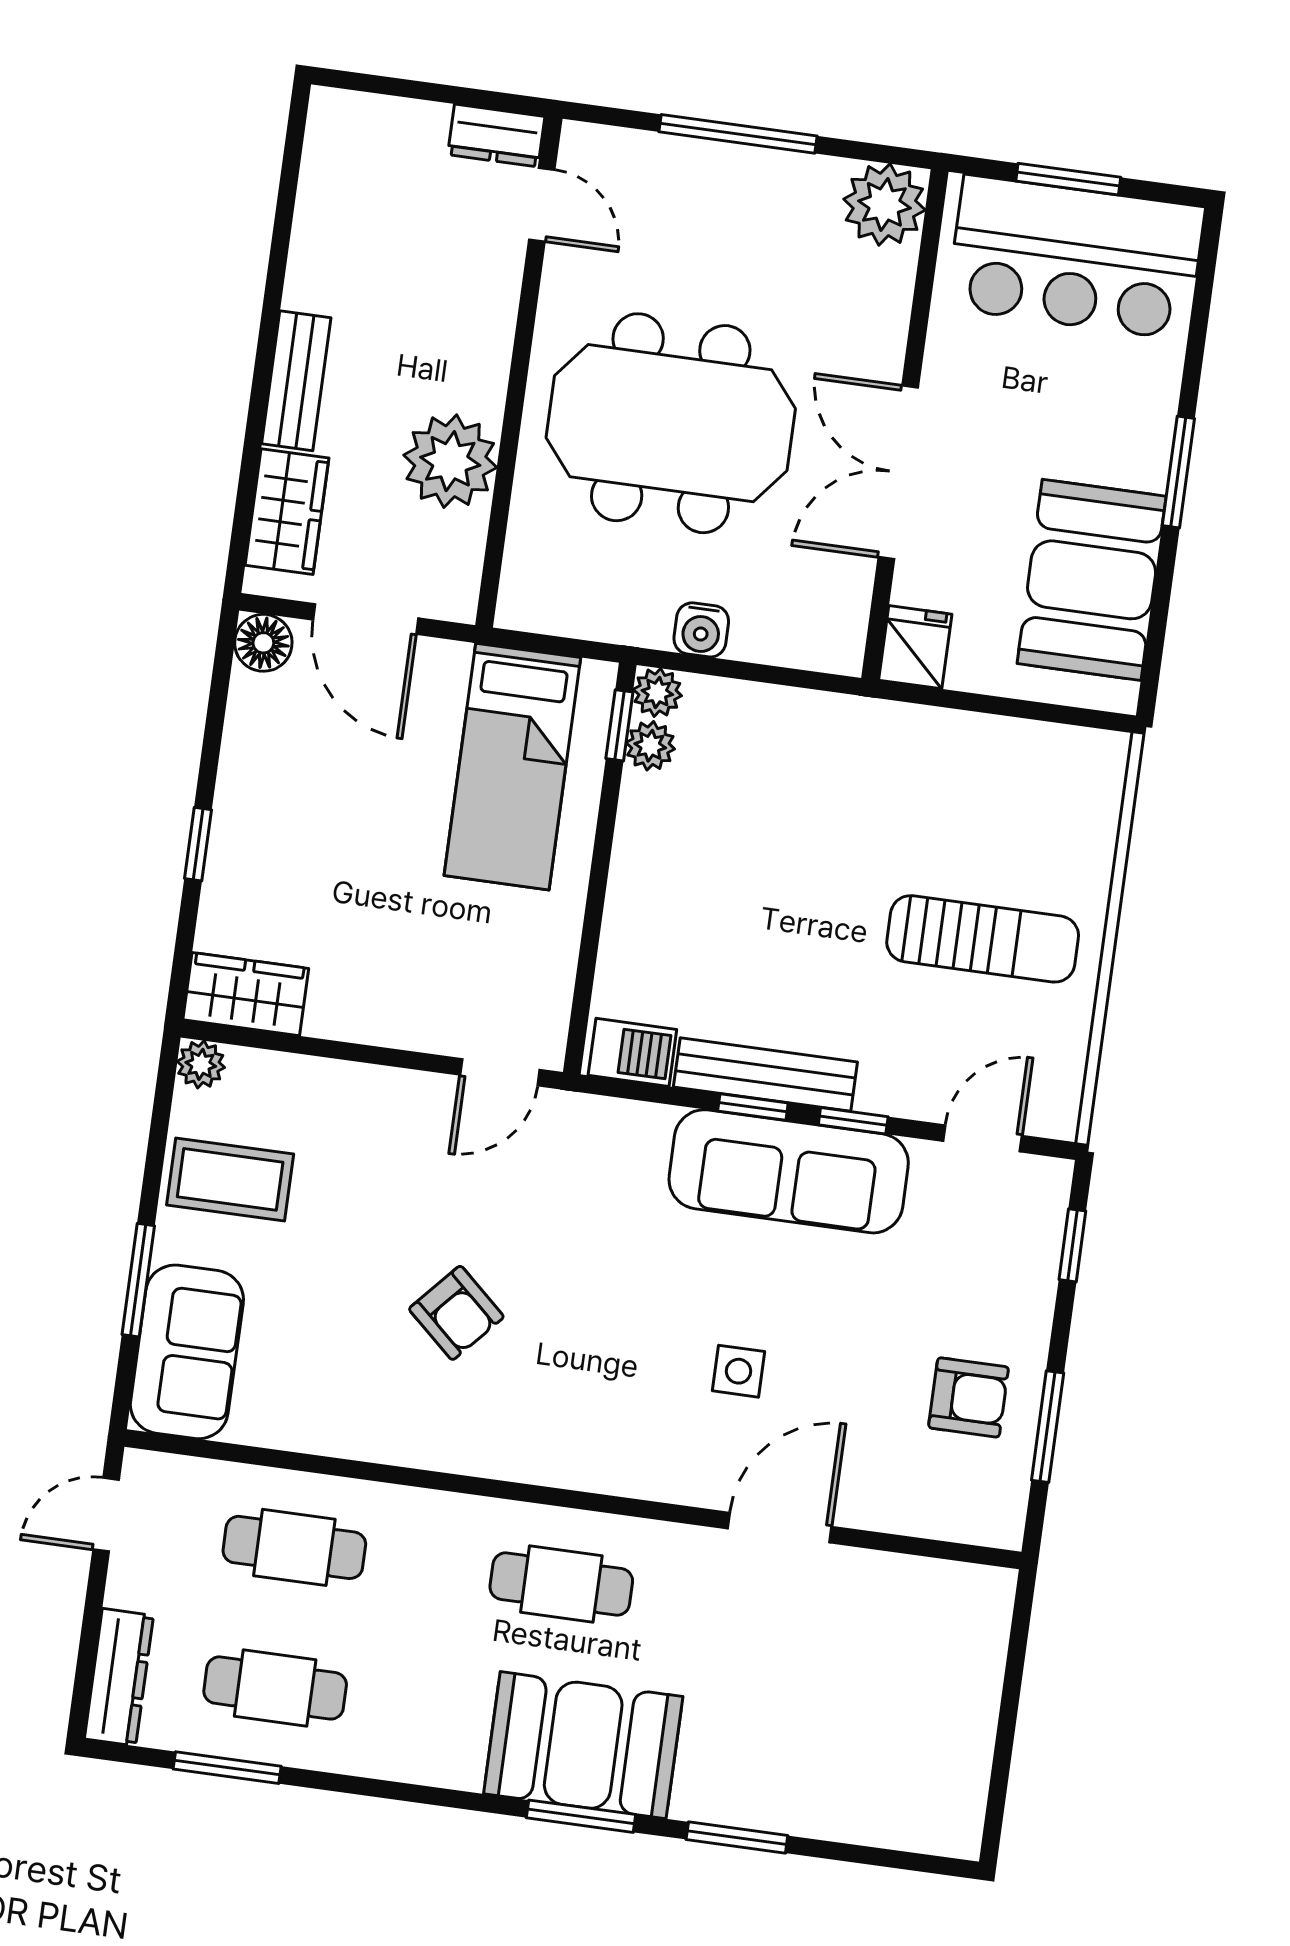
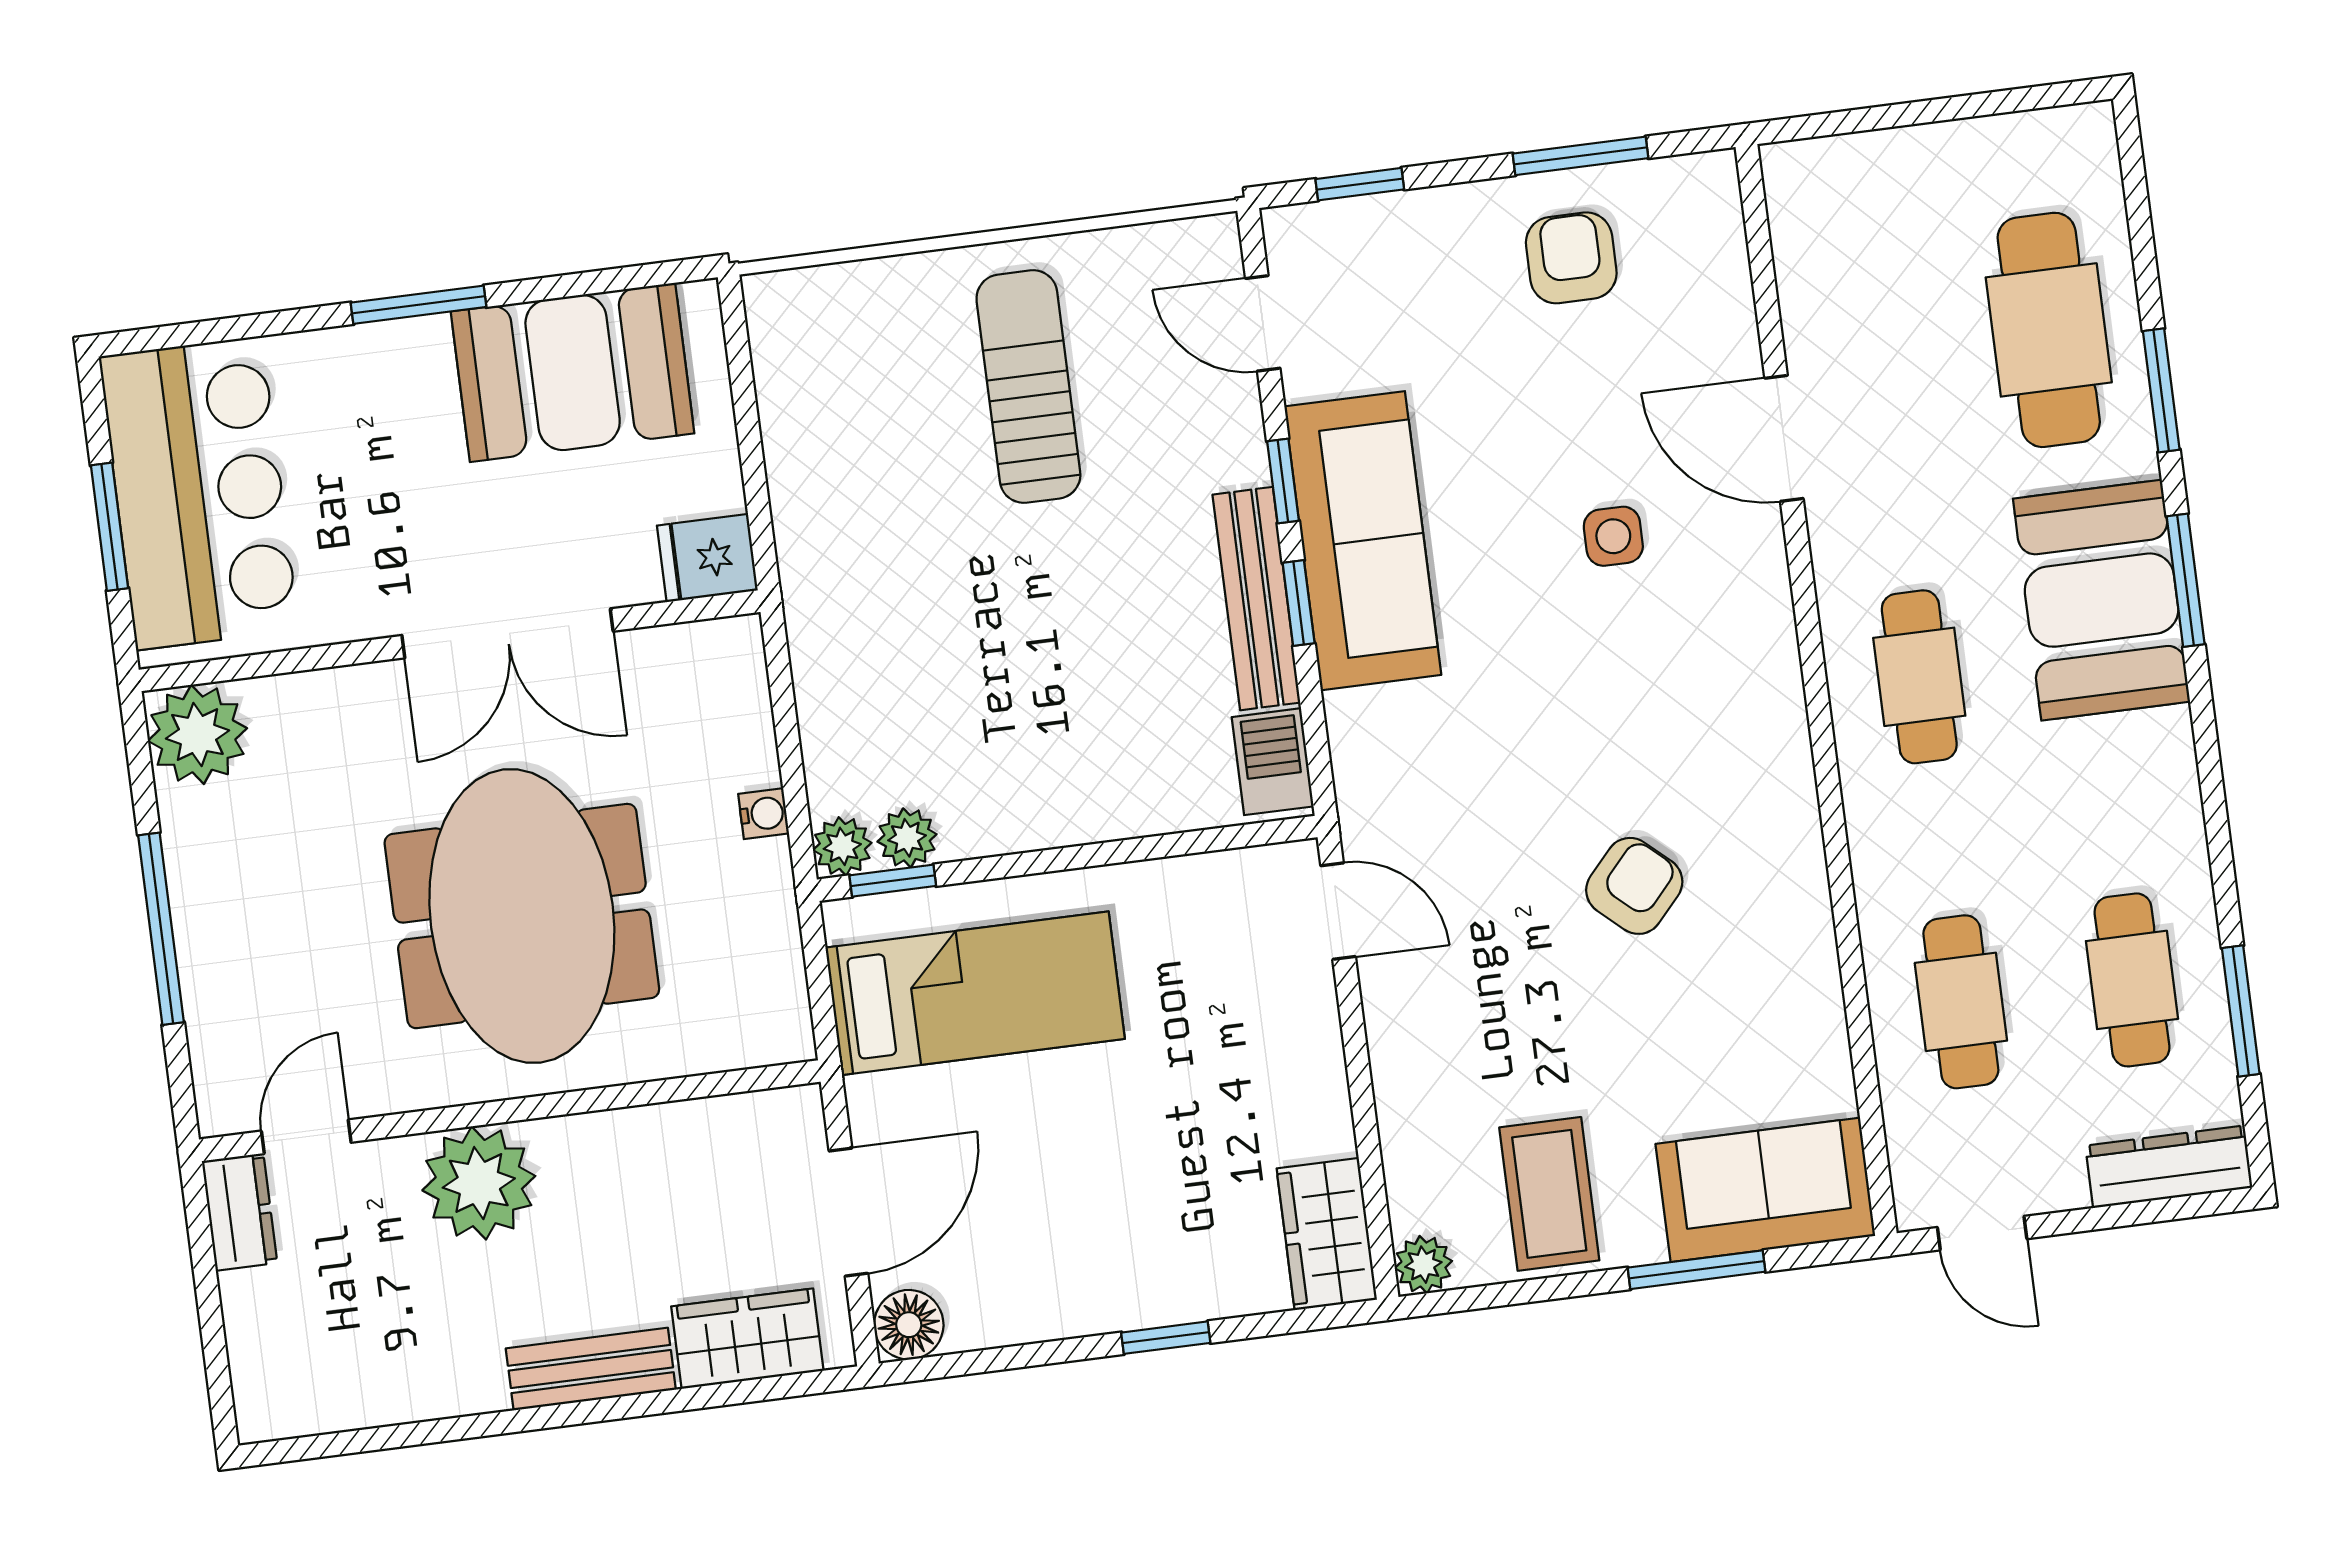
plant: (450, 461) -> (479, 1183), moved
water cooler: (701, 630) -> (764, 814), width x0.72, depth x0.72
cafe table: (809, 1761) -> (2049, 330), added

